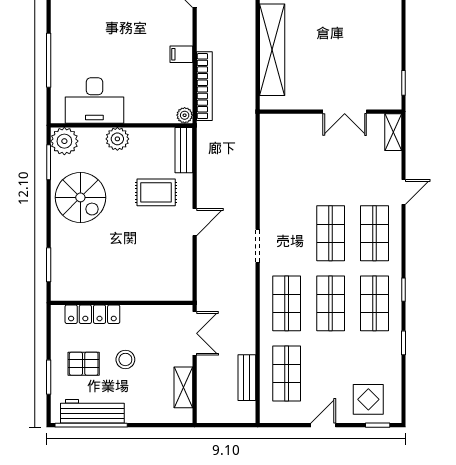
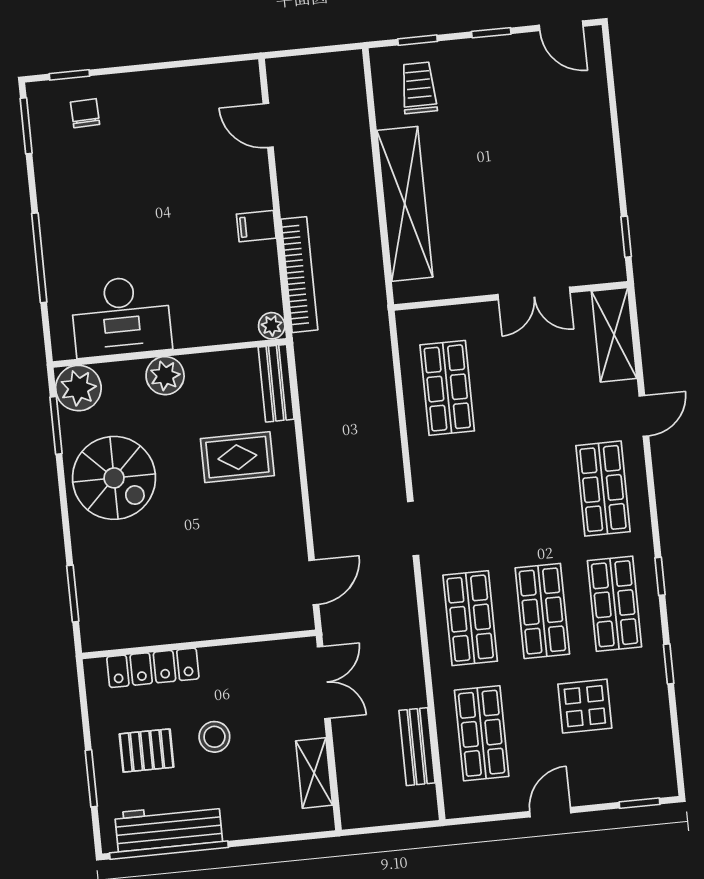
shelving: (393, 132) -> (614, 335), width x1.50, depth x1.33
door: (195, 222) -> (314, 582), moved
shop shelf: (331, 233) -> (447, 388), moved
display table: (368, 399) -> (585, 706), moved

